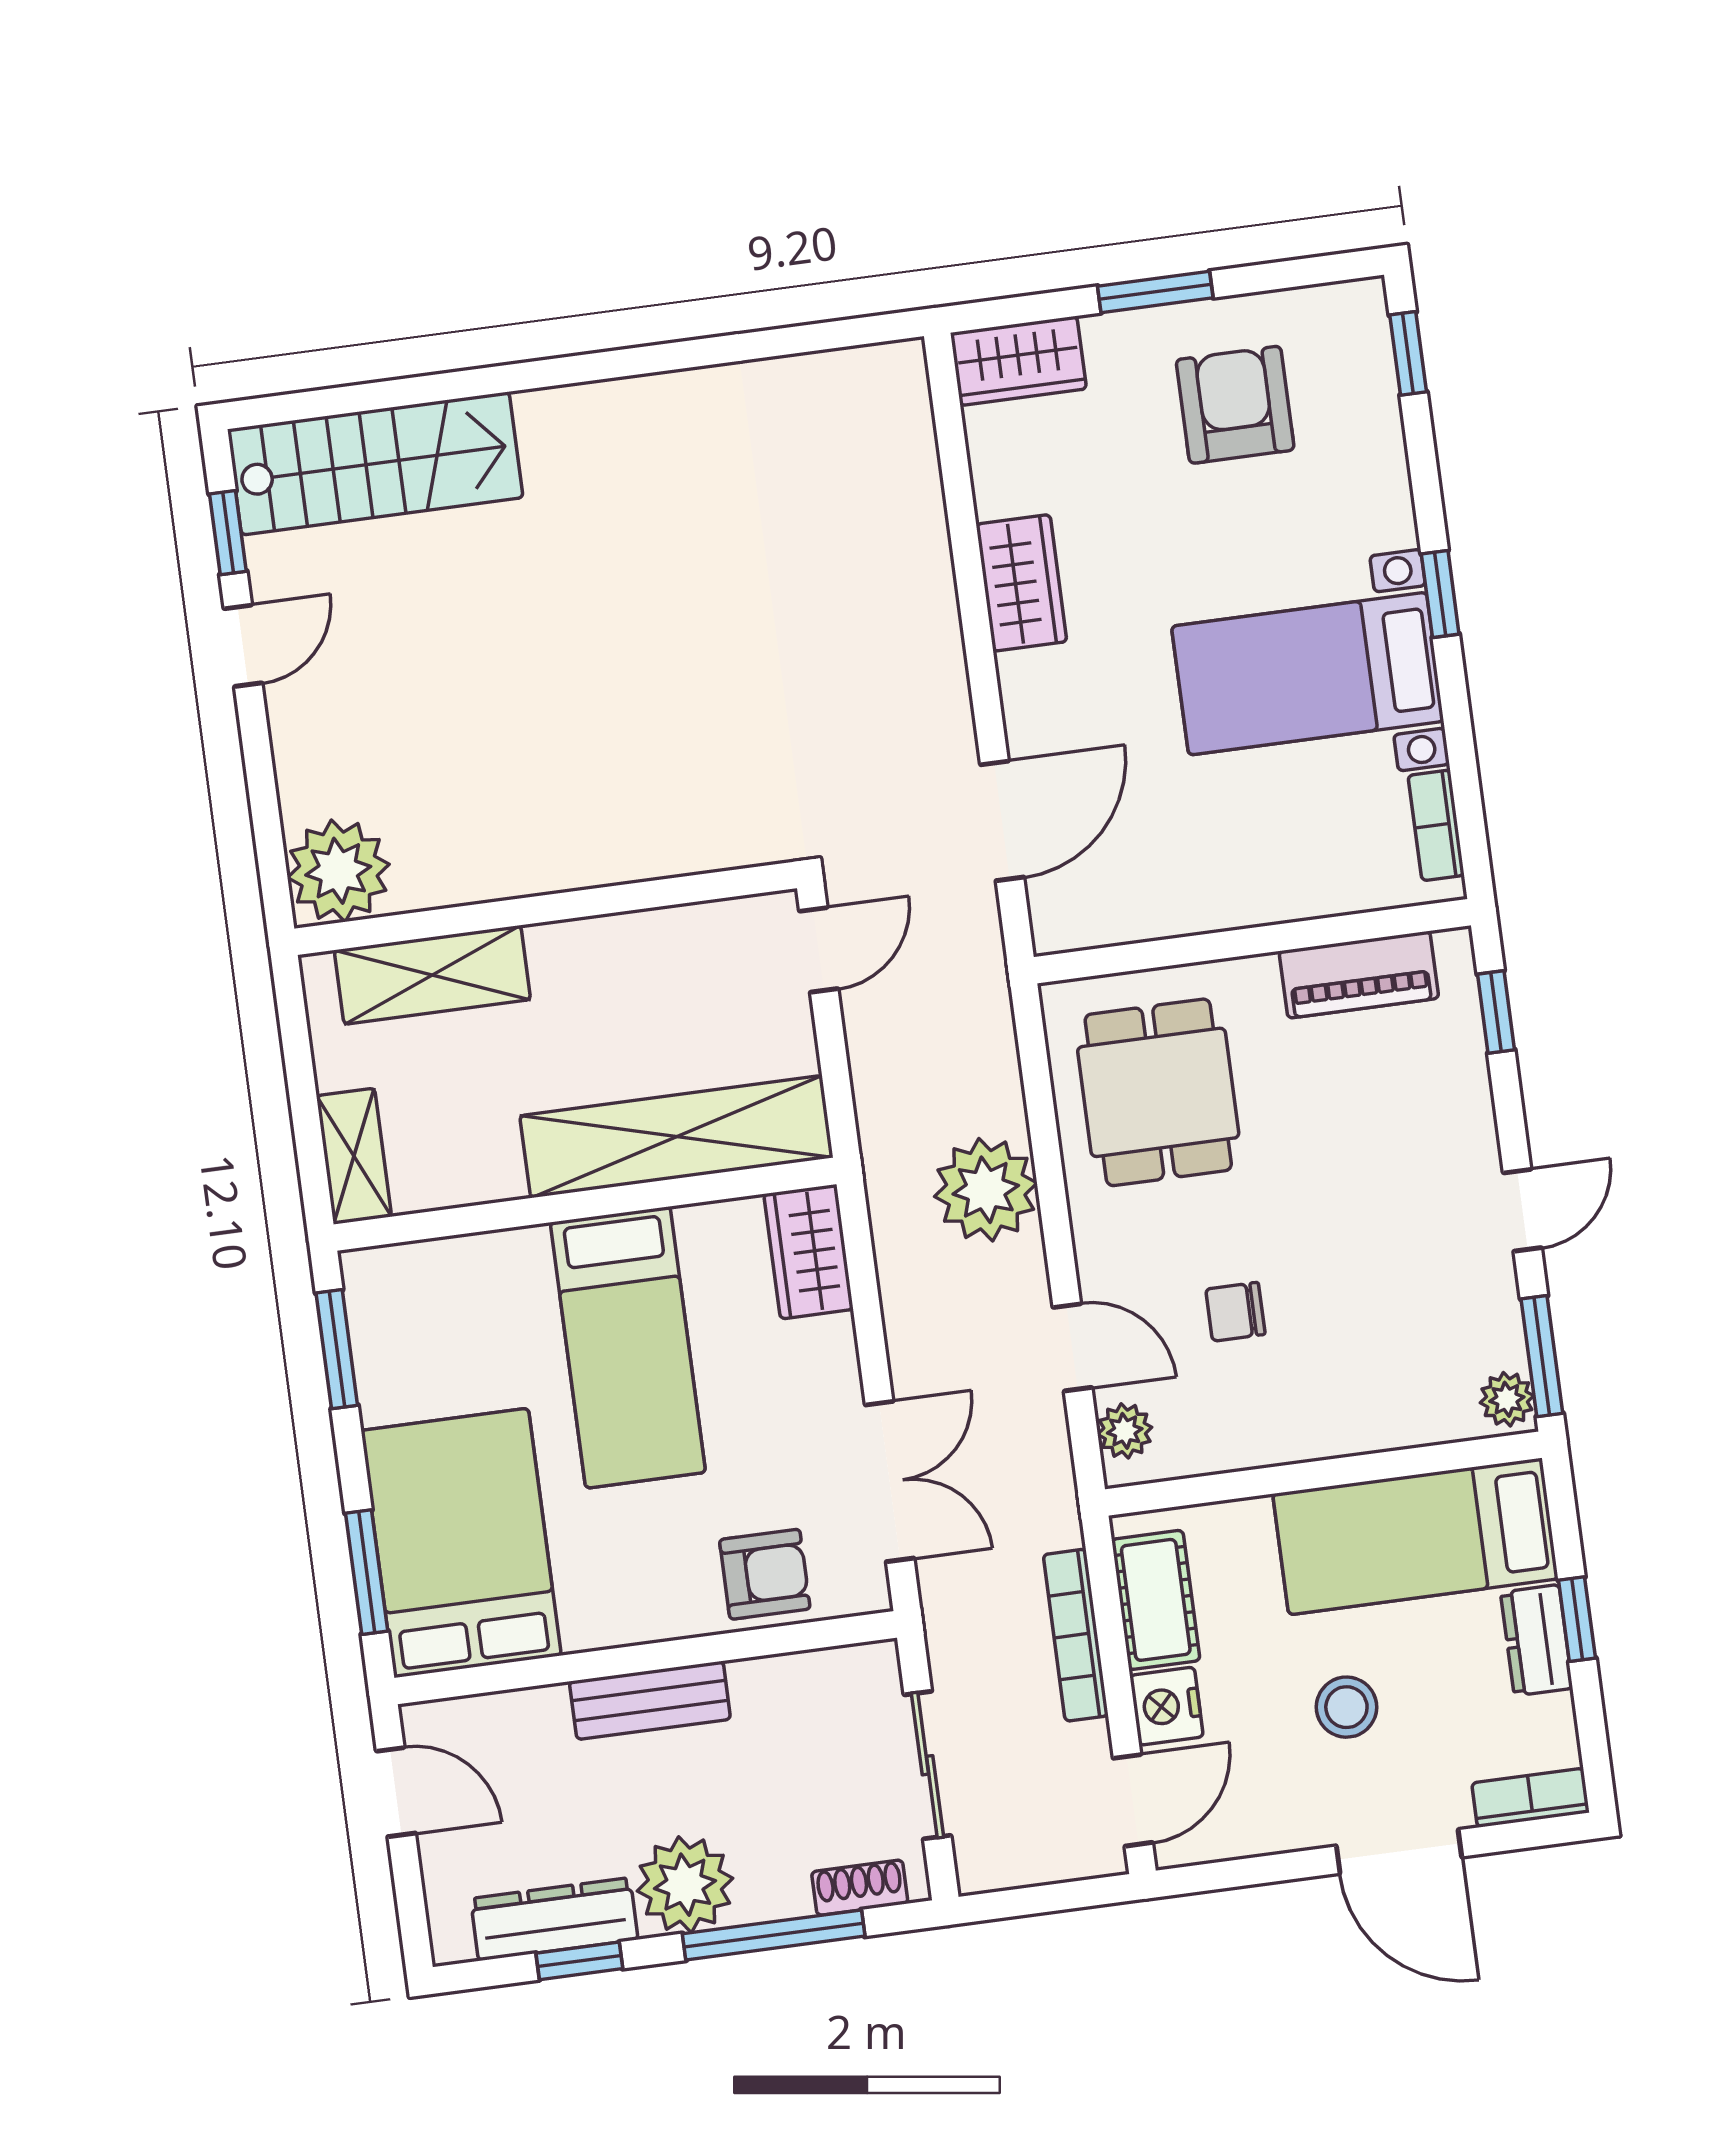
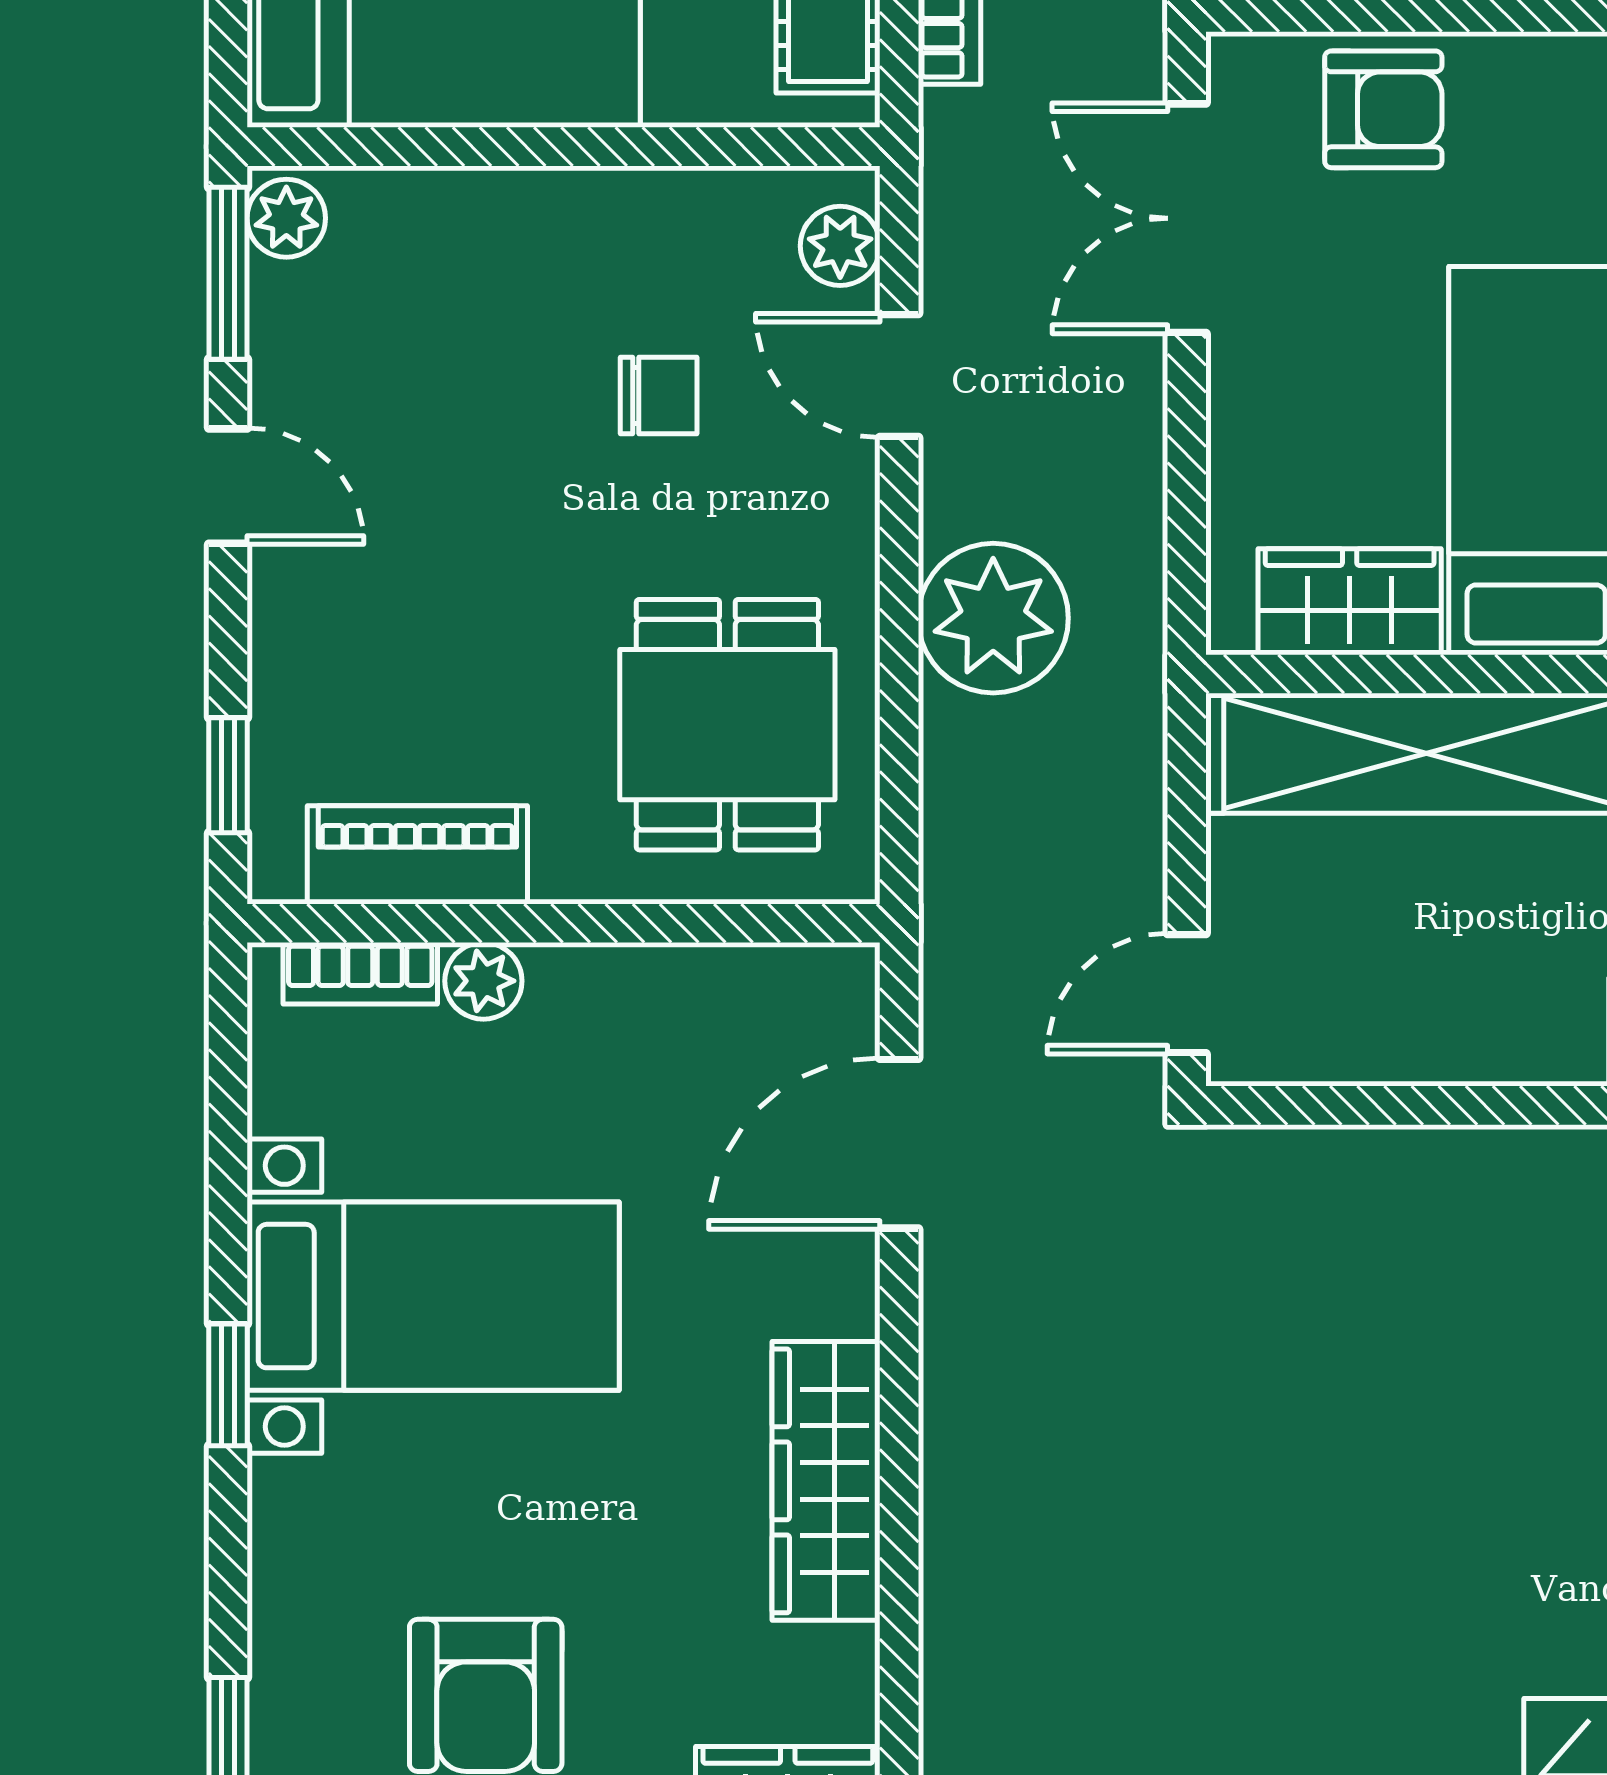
wardrobe: (1021, 583) -> (826, 1481), width x1.50
bookcase: (1436, 825) -> (360, 973), moved, turned 90
plant: (1302, 894) -> (483, 981), added
door: (1522, 1210) -> (228, 486), swing flipped
wardrobe: (809, 1252) -> (1350, 602), moved, turned -90
armchair: (765, 1574) -> (1383, 109), turned 180

